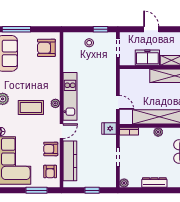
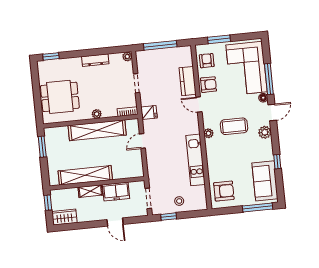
kitchen unit: (70, 96) -> (196, 160), moved
door: (118, 102) -> (142, 141), hinge flipped
door: (62, 131) -> (199, 105), hinge flipped
kitchen counter: (70, 161) -> (188, 81), width x0.67
window: (92, 190) -> (160, 45), width x2.17

